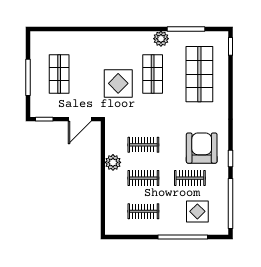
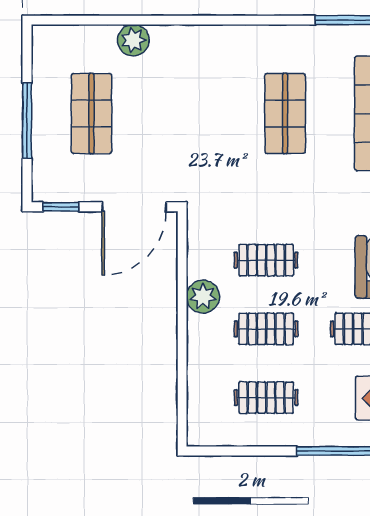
plant: (161, 39) -> (133, 40), moved
display table: (118, 83) -> (214, 133), removed
door: (80, 119) -> (134, 207), width x1.36

